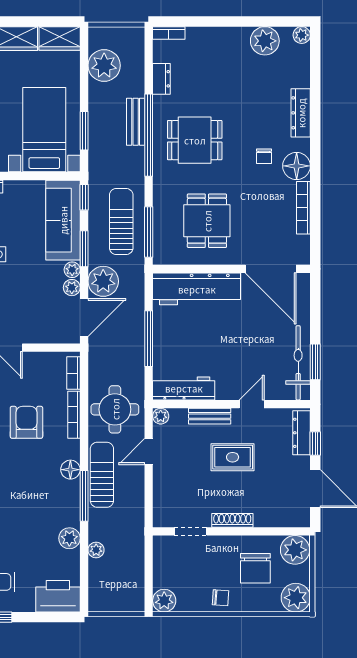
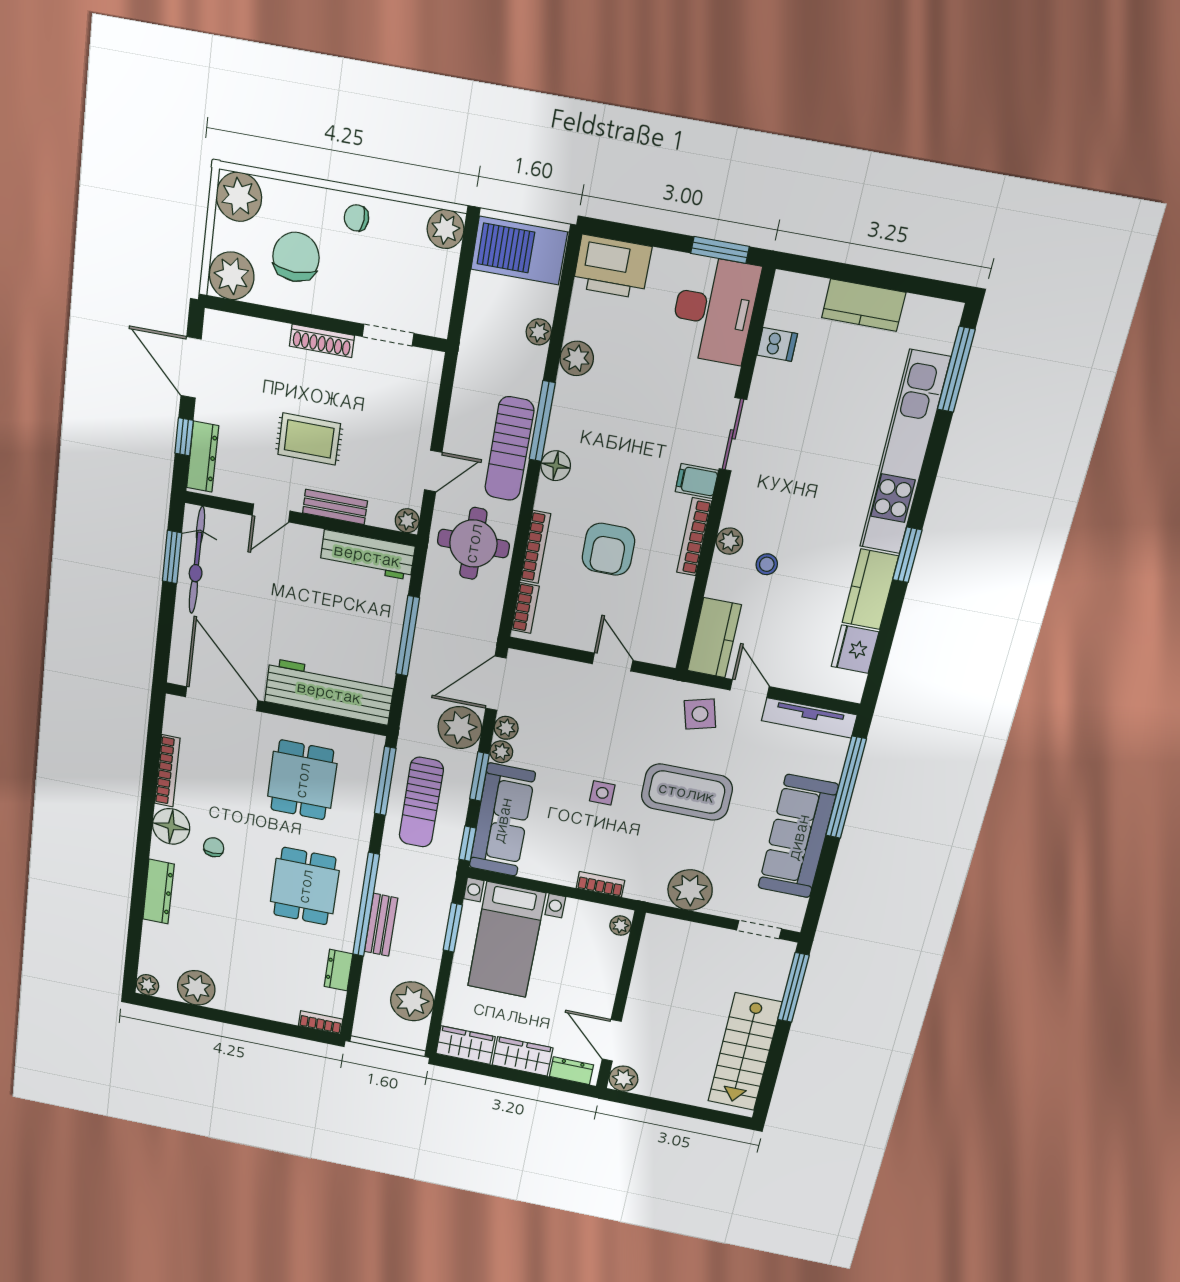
dining table: (195, 140) -> (305, 886), turned 90
barbecue: (117, 596) -> (519, 250), added

